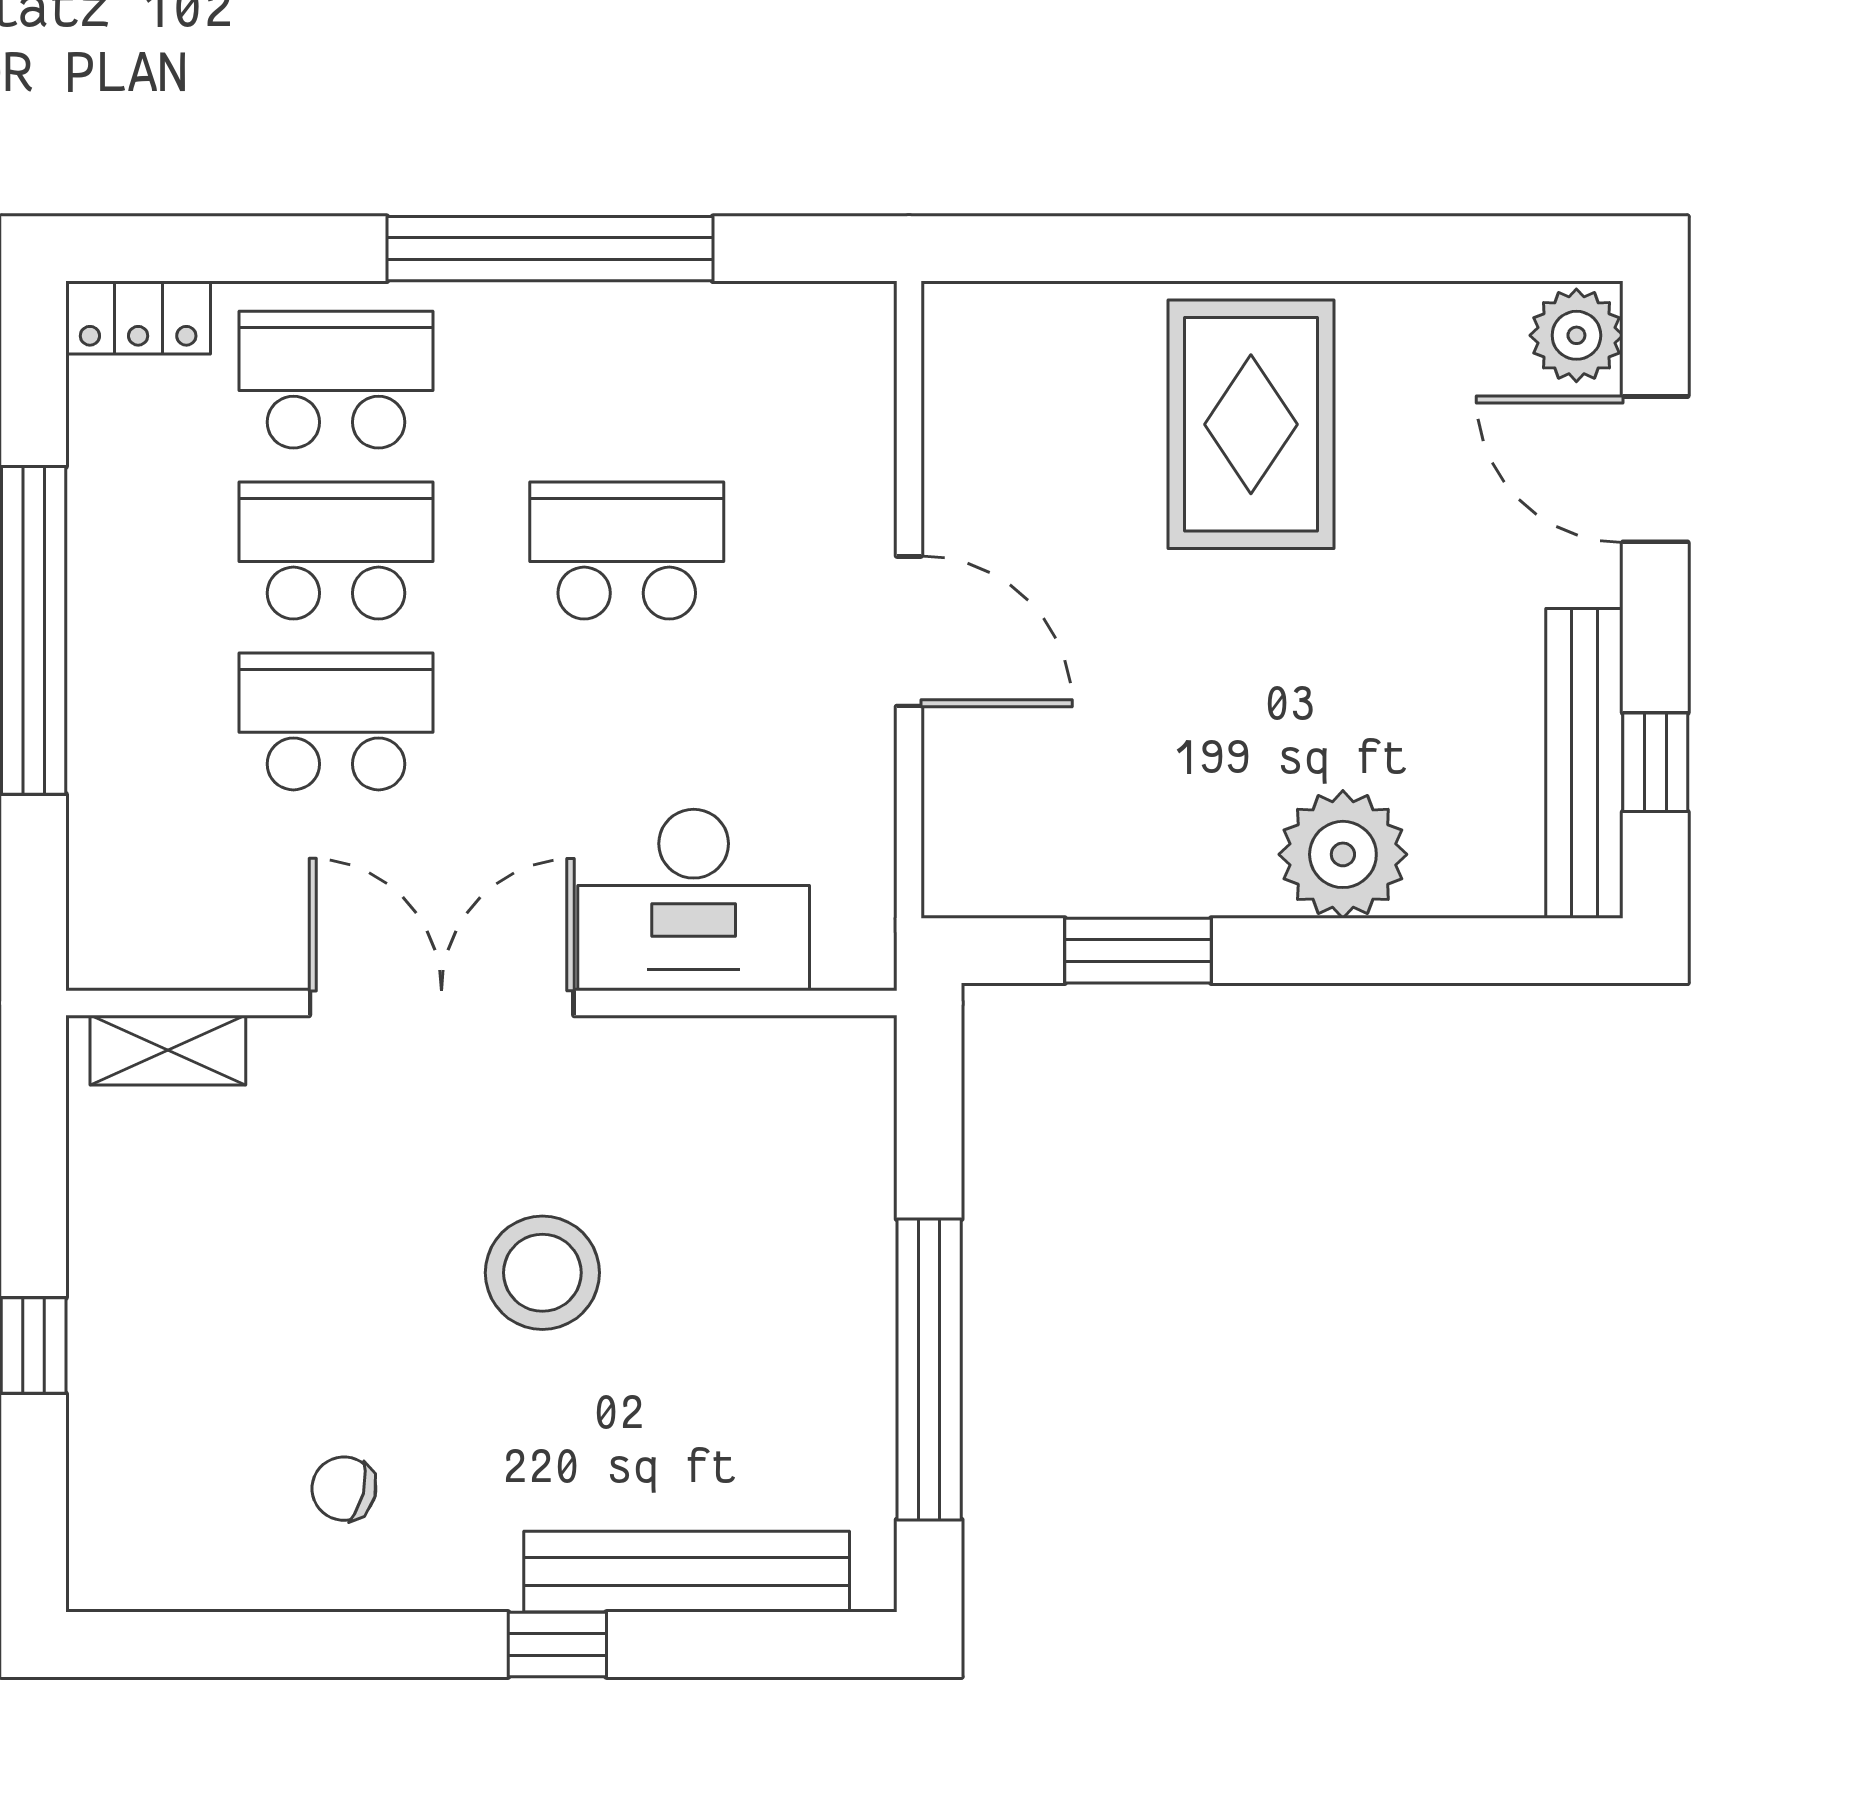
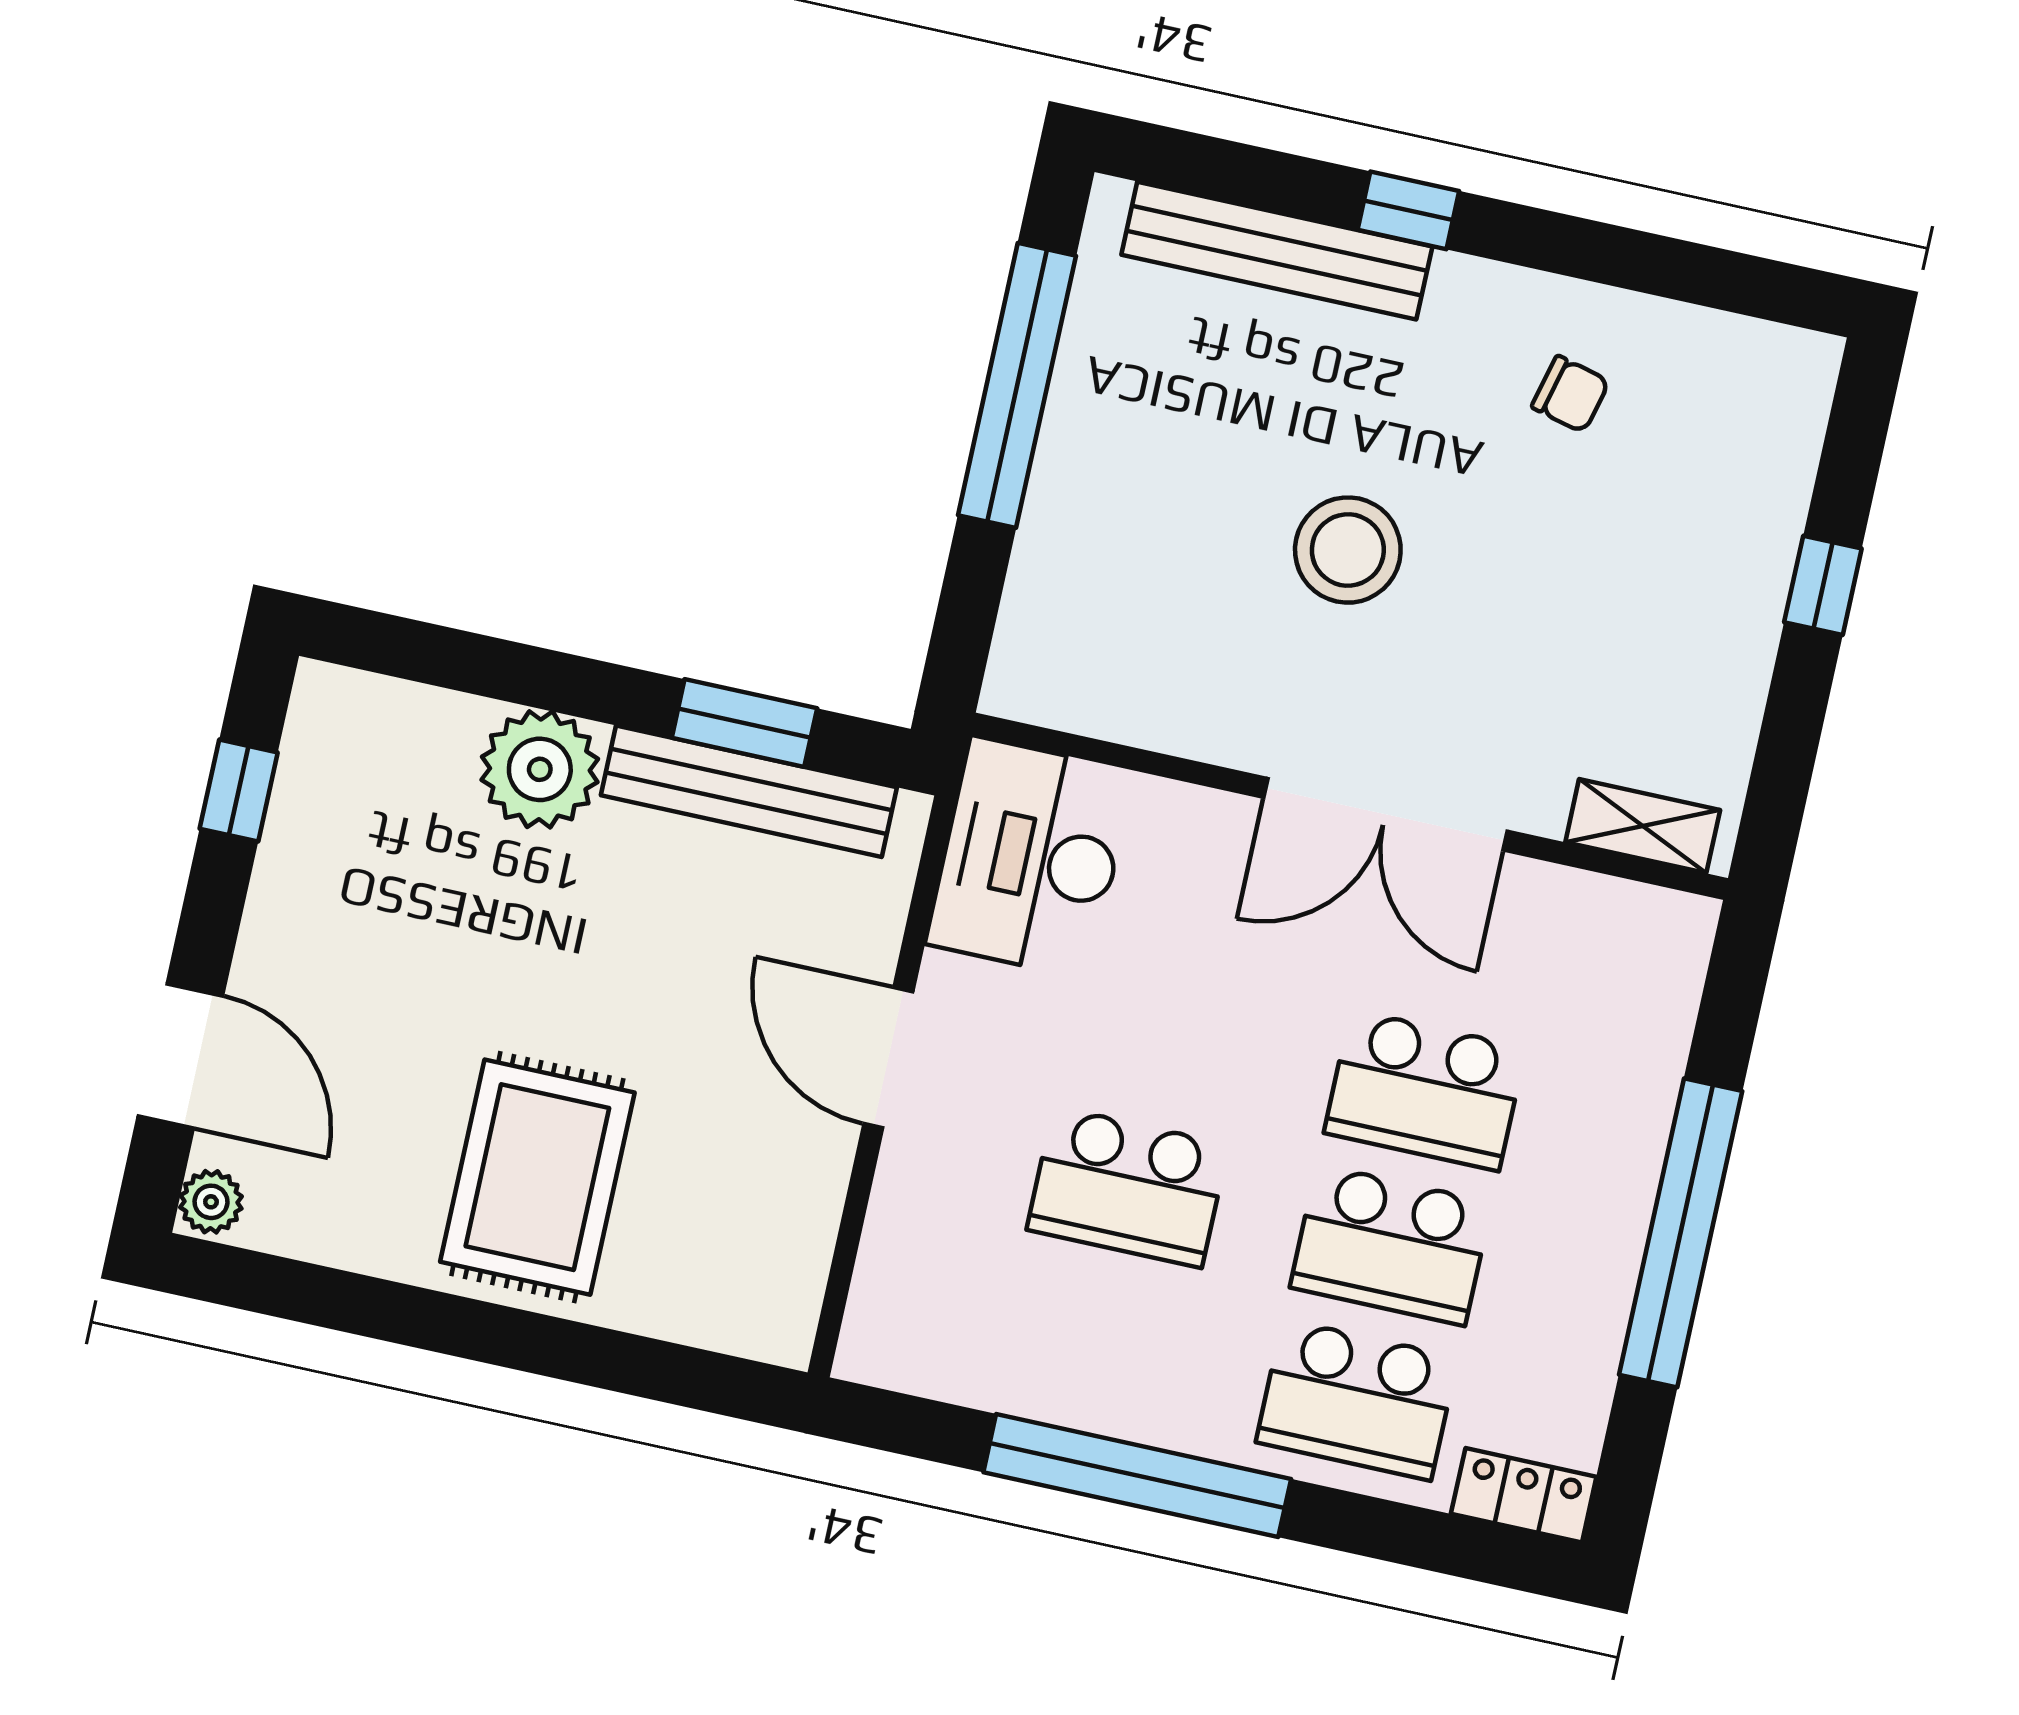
plant: (1576, 335) -> (211, 1202), width x0.73, depth x0.73
bench: (1584, 763) -> (749, 791), moved, turned 90
desk: (694, 900) -> (1030, 857), moved, turned -90

